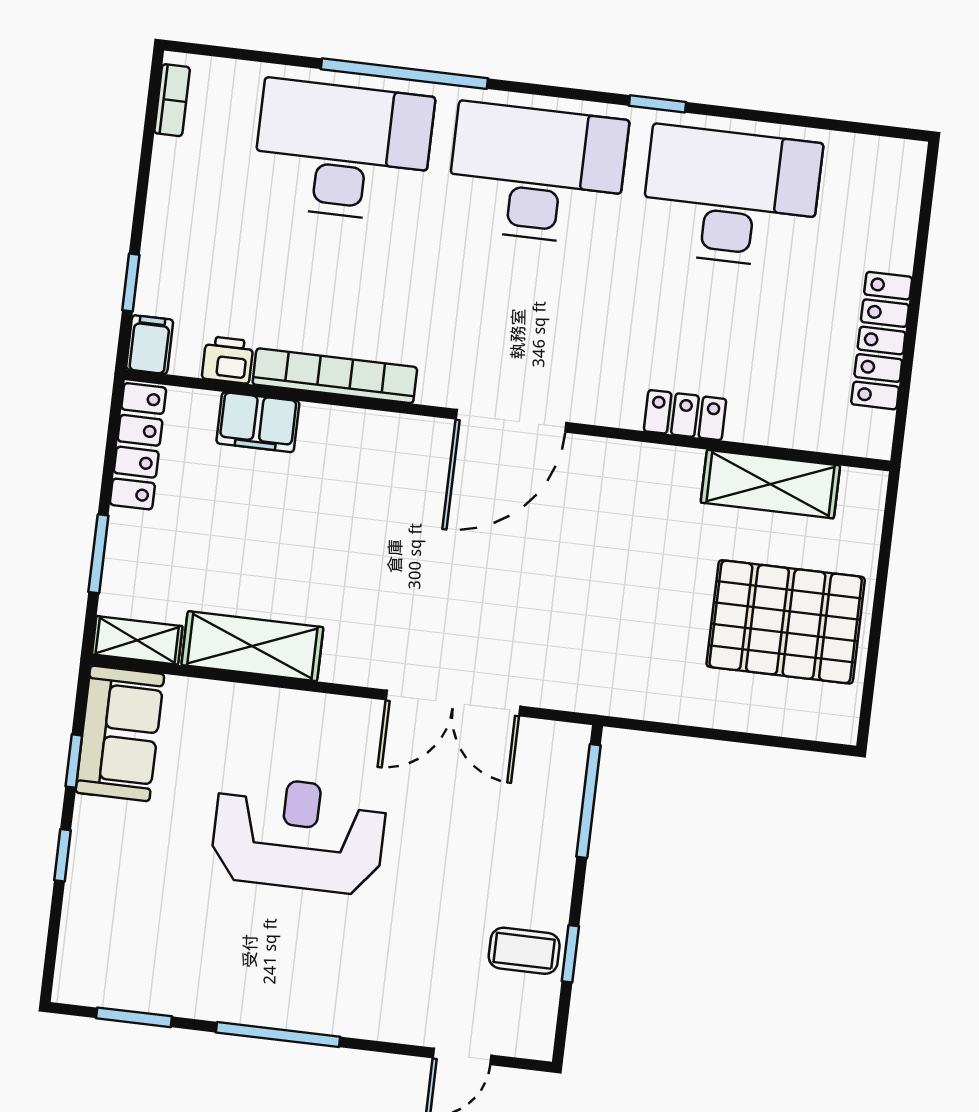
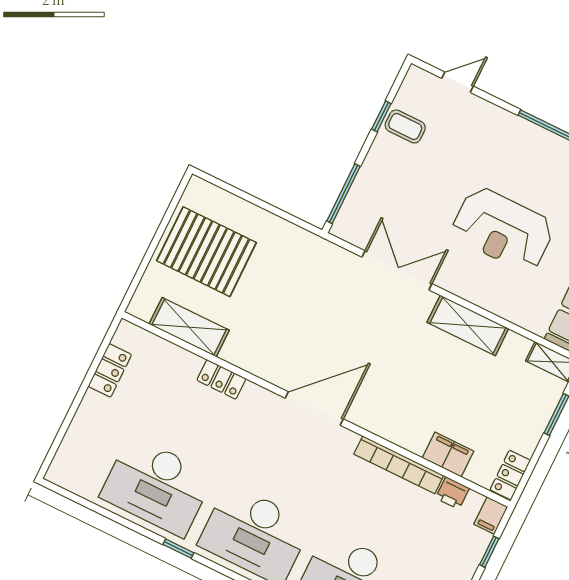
locker: (882, 341) -> (110, 370), width x0.66
locker: (138, 446) -> (510, 475), width x0.66
shelving: (252, 646) -> (468, 325), moved

